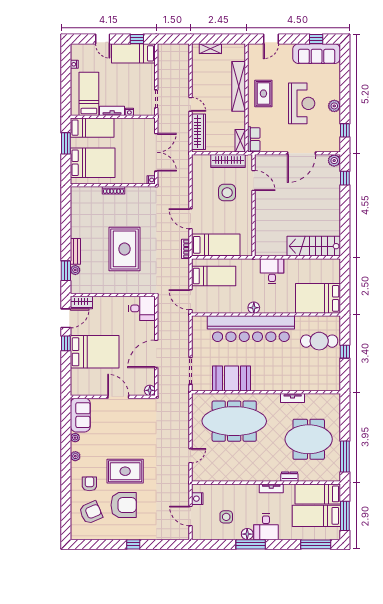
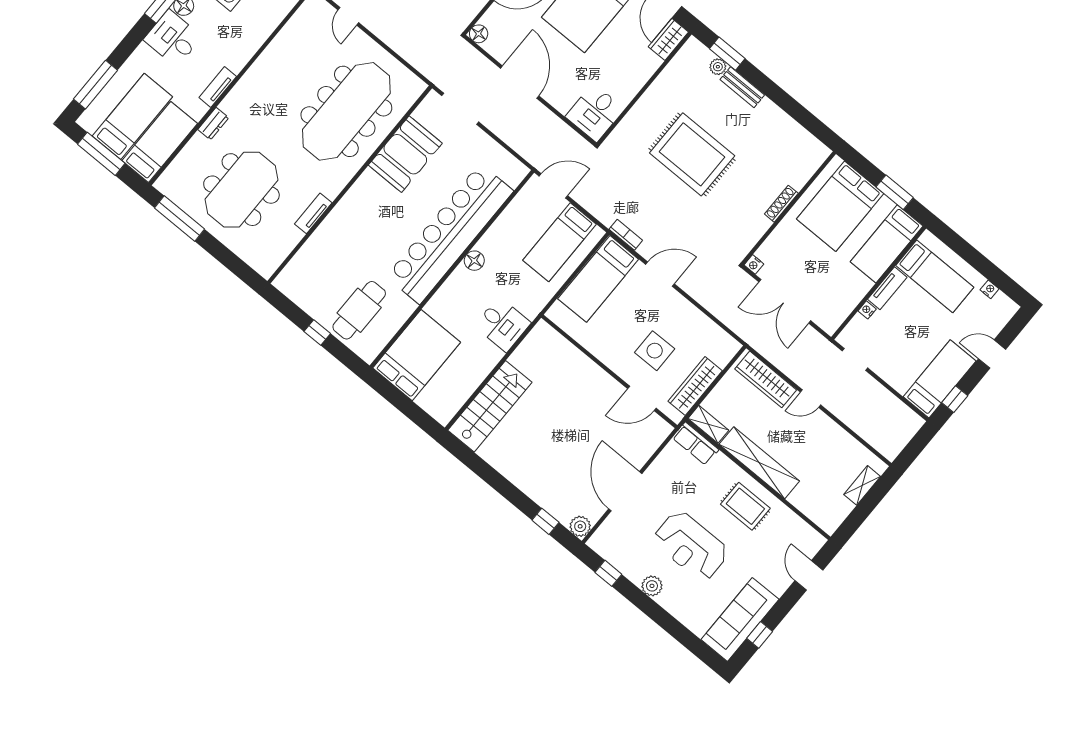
shelving: (239, 86) -> (759, 463), moved

